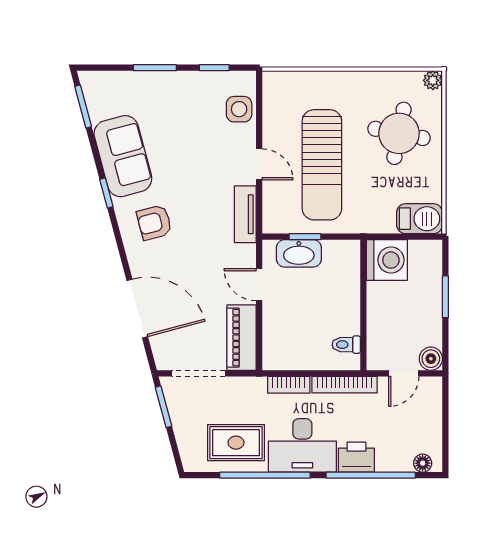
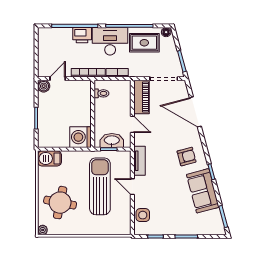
washing machine: (387, 260) -> (80, 137), moved
wall: (363, 305) -> (93, 114), moved
toilet: (346, 345) -> (101, 93), moved
floor lamp: (423, 463) -> (166, 32), moved

